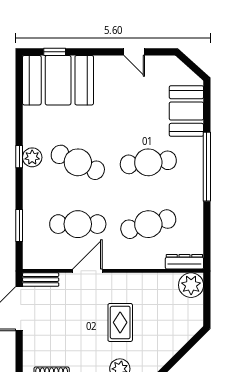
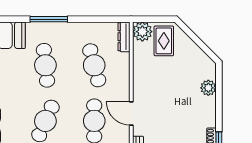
window: (207, 167) -> (49, 19), width x0.68
rug: (120, 322) -> (164, 41), moved, turned 90

